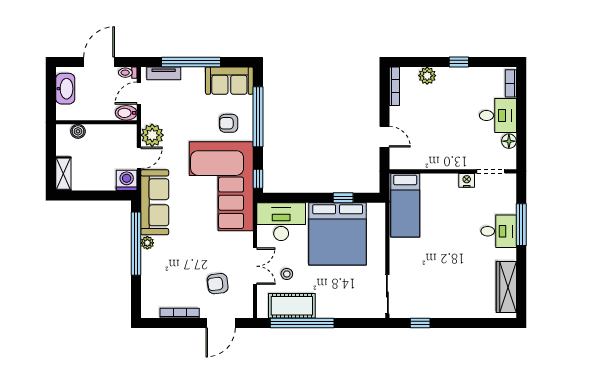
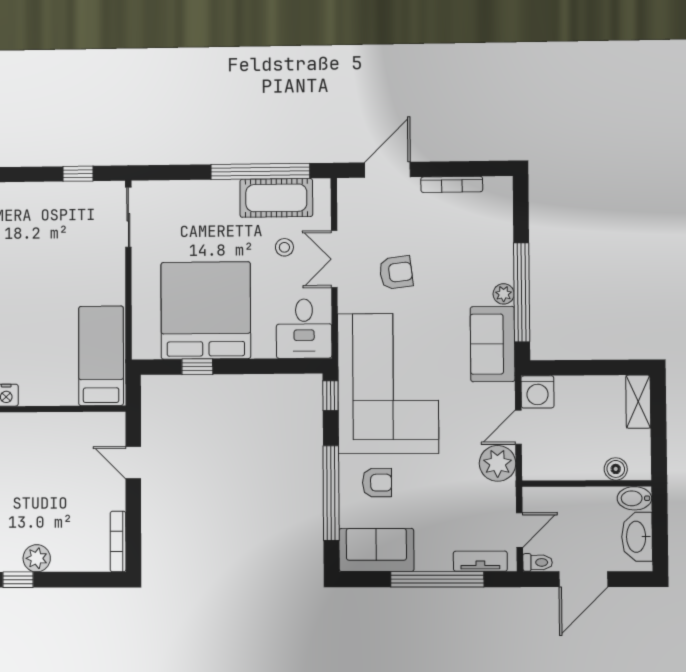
plant: (427, 76) -> (37, 558), moved
bidet: (126, 113) -> (634, 498), moved, turned 180
sofa: (155, 202) -> (493, 344), width x0.73
desk: (281, 222) -> (304, 329), width x0.73
armchair: (218, 284) -> (396, 273), moved

